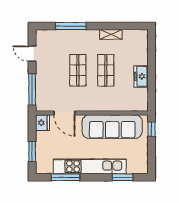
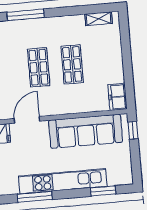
shelving: (111, 34) -> (99, 19), moved
freezer: (141, 76) -> (117, 97), moved
door: (64, 113) -> (27, 120), swing flipped

